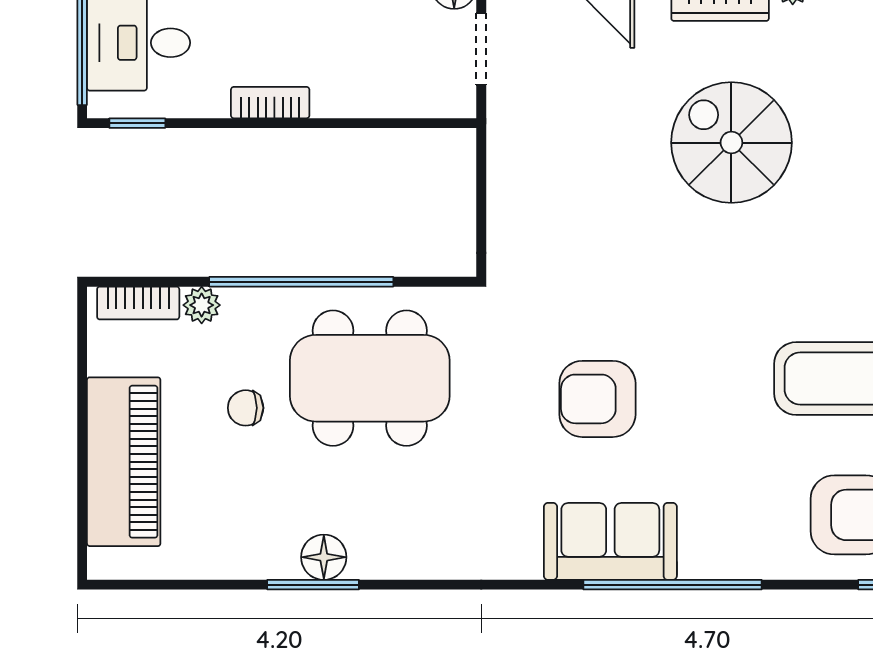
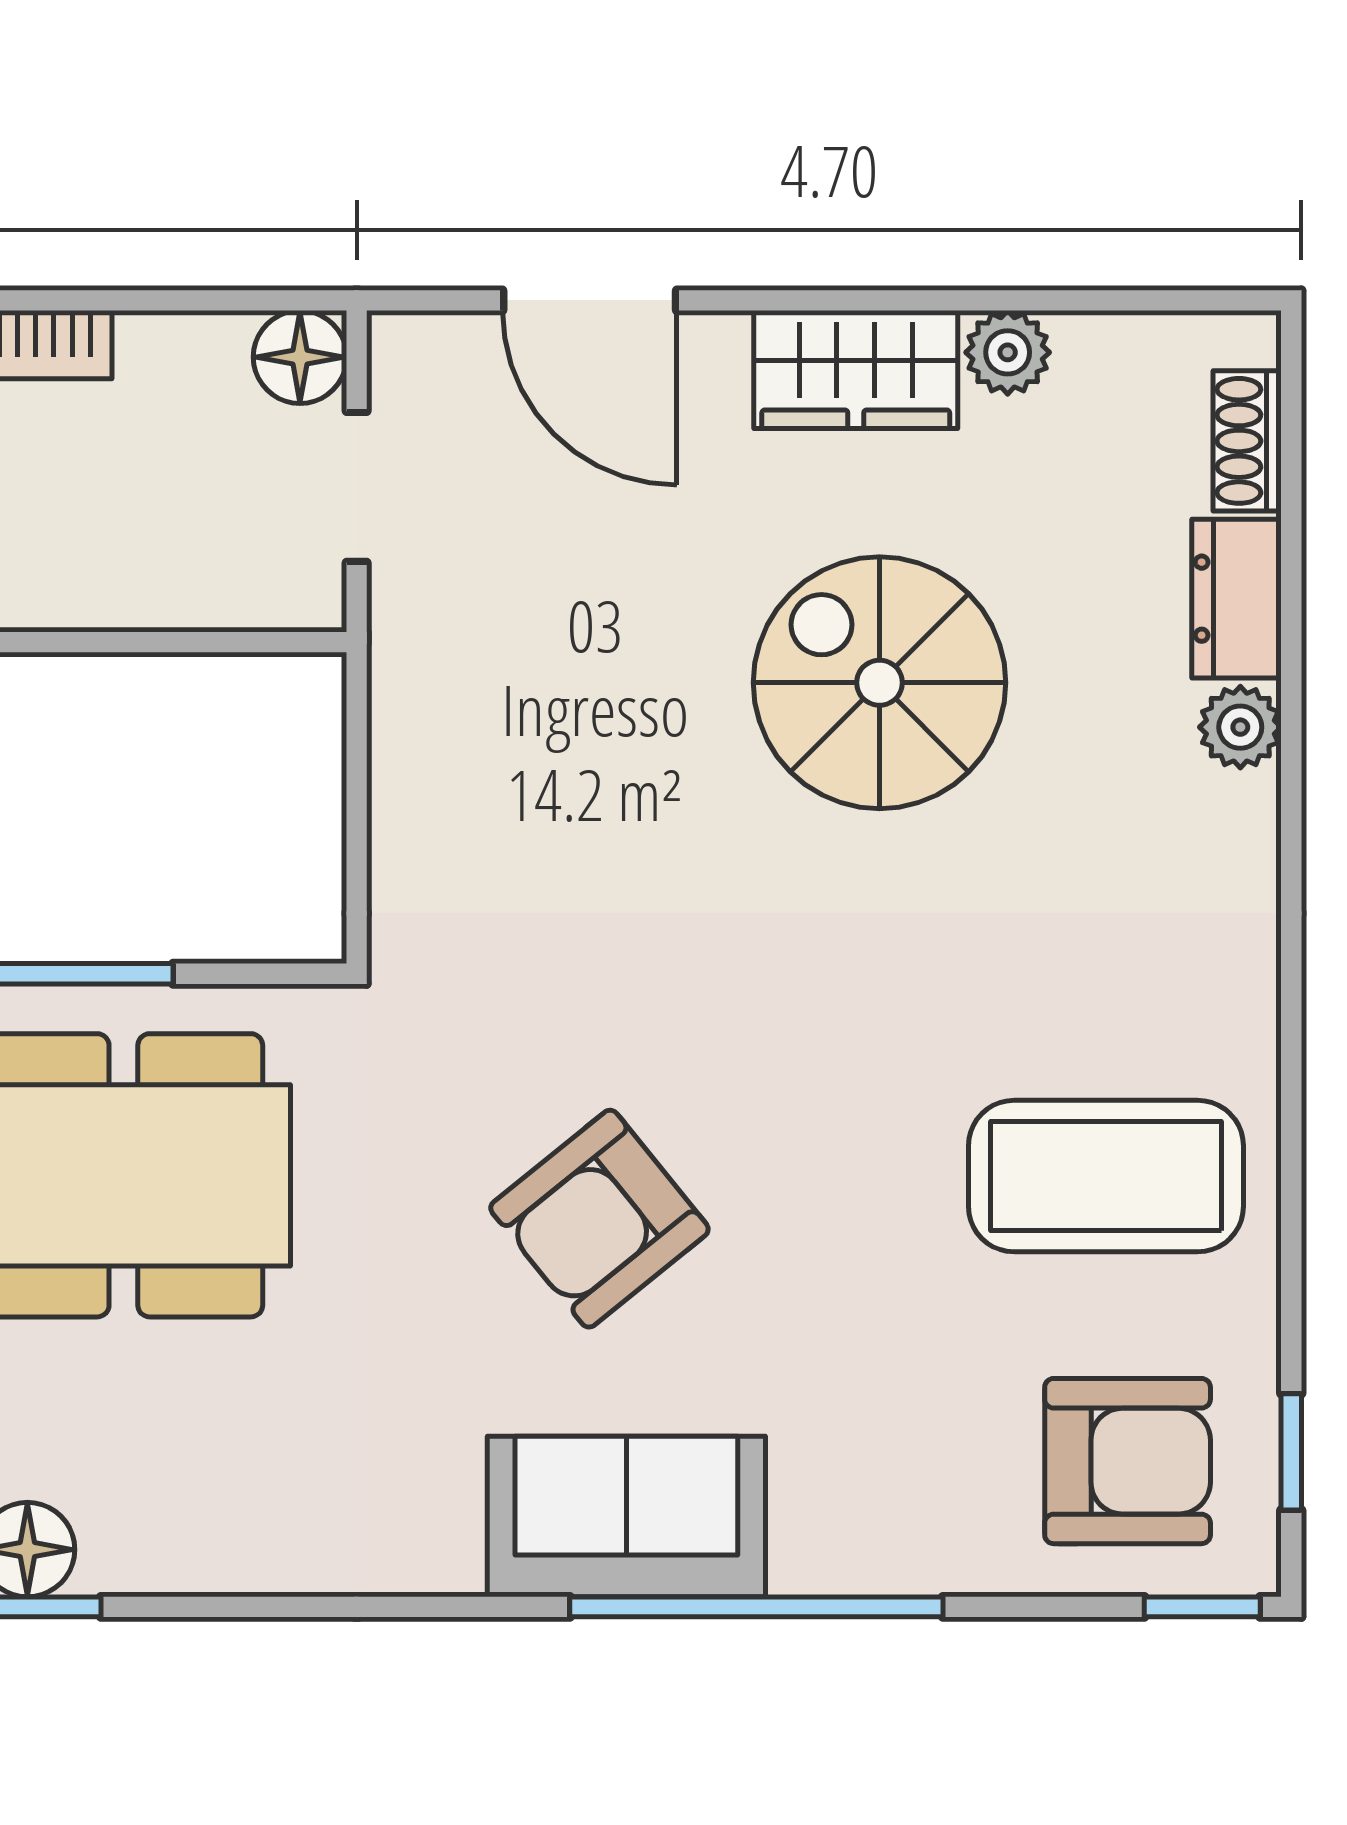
armchair: (597, 399) -> (599, 1219), turned -39

